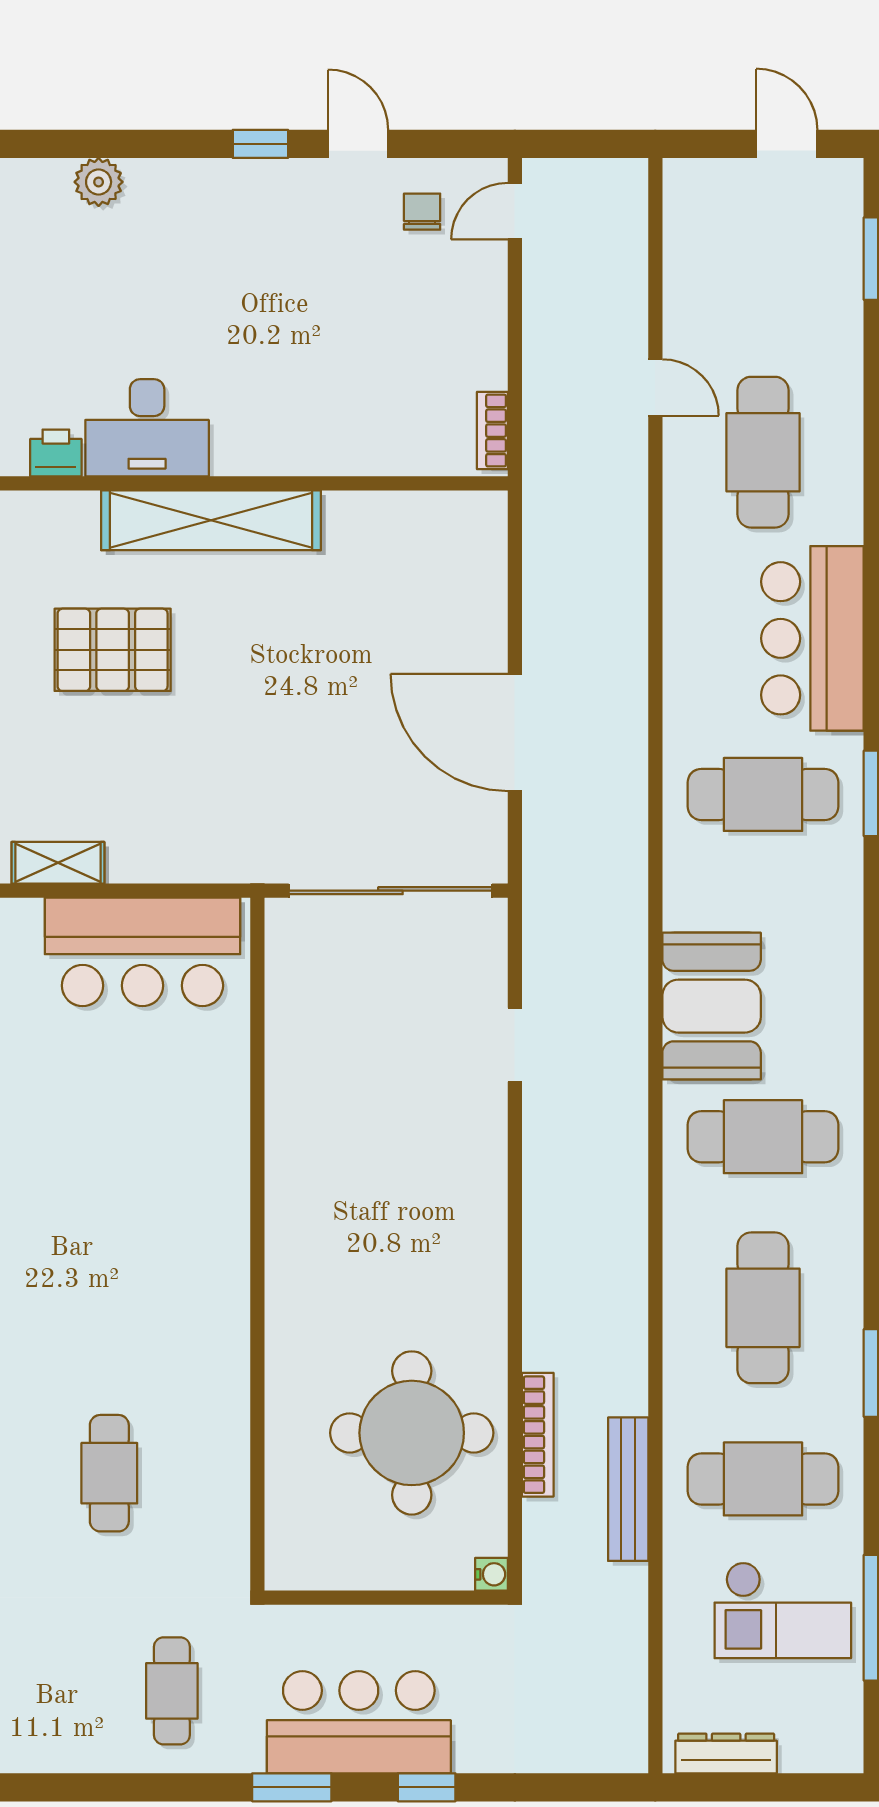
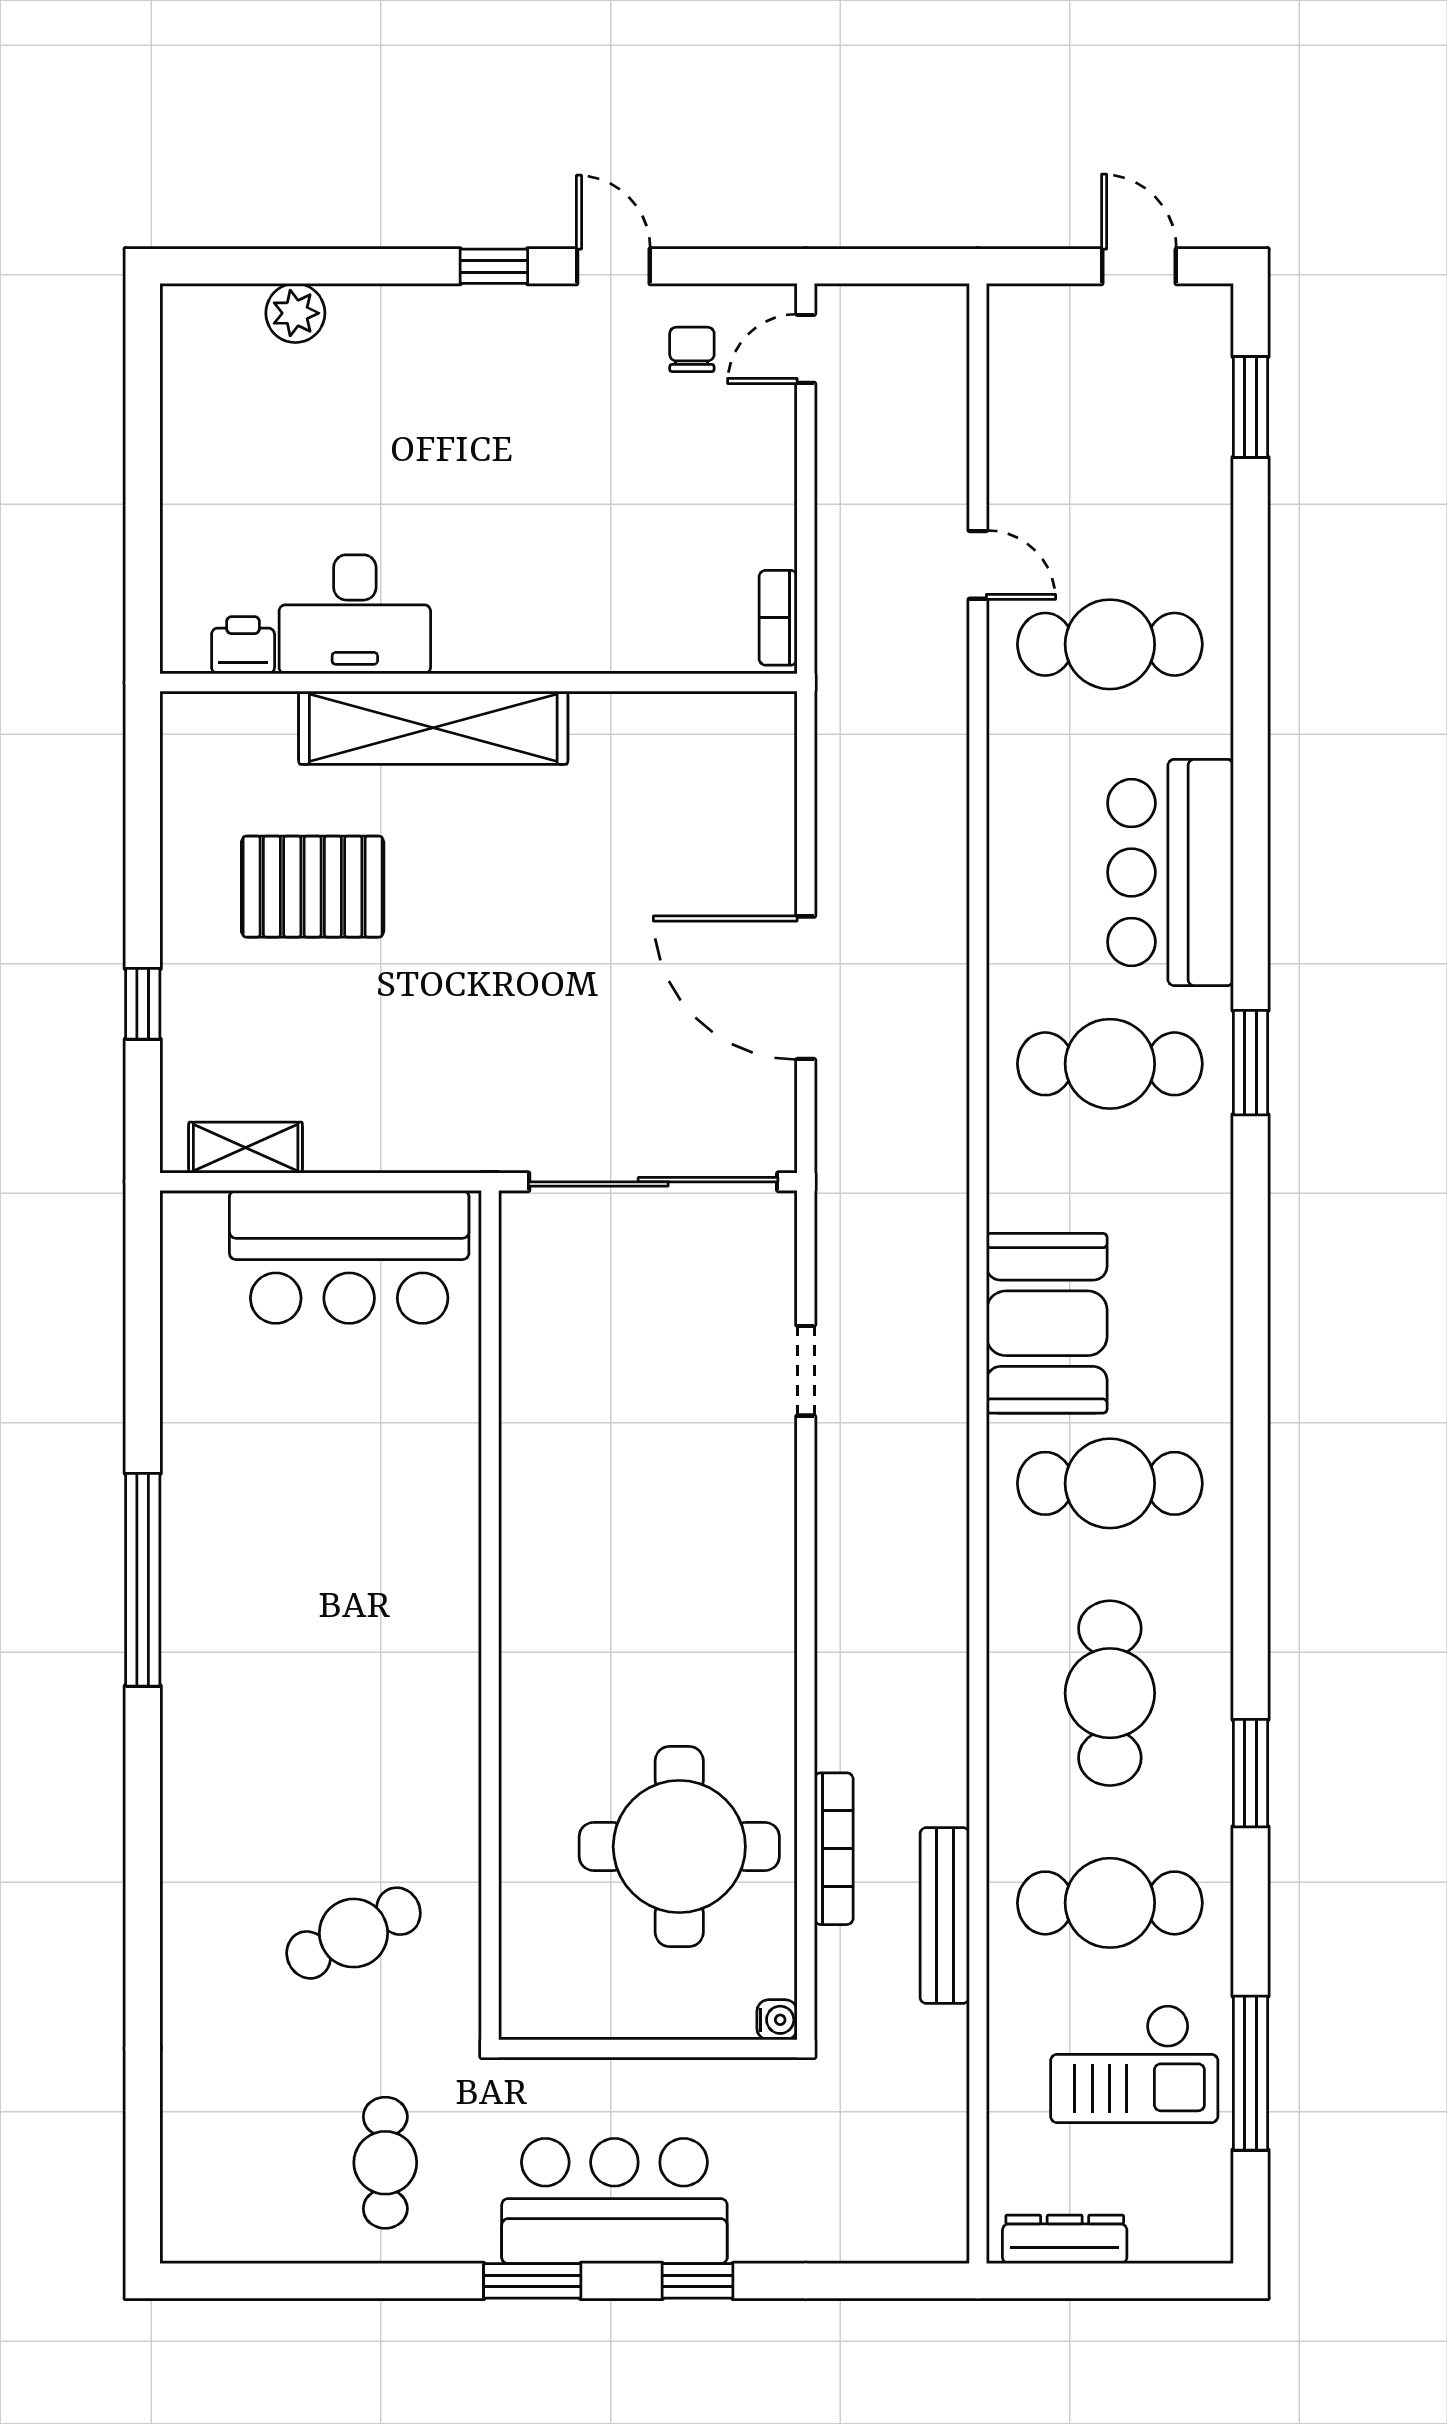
cafe table: (763, 452) -> (1110, 644), turned 90
cafe table: (109, 1473) -> (354, 1933), moved, turned 64

